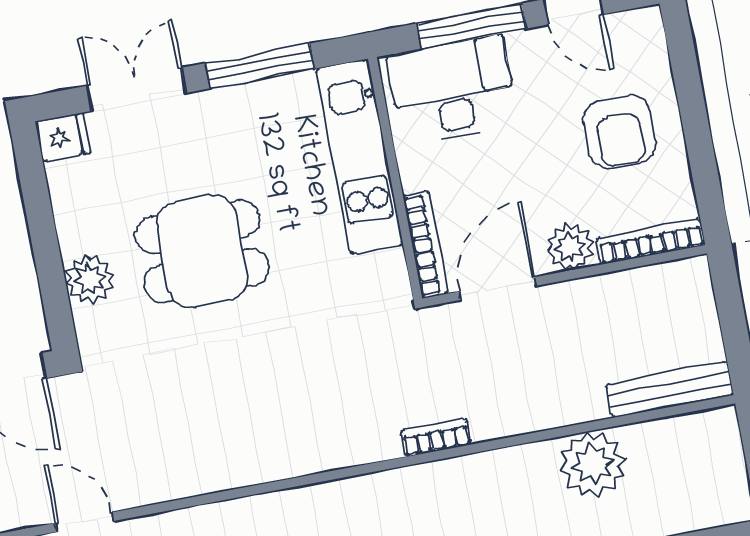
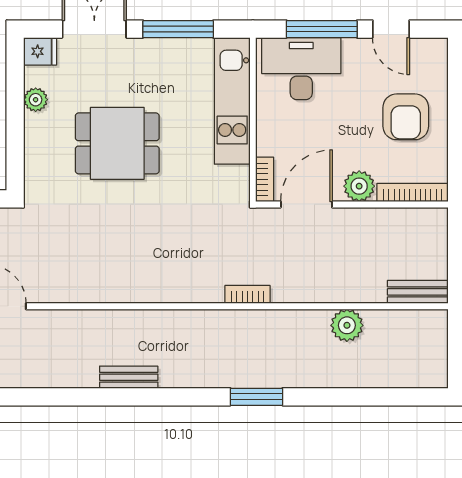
bookcase: (426, 245) -> (265, 179), width x0.64
plant: (90, 279) -> (36, 100), moved, width x0.73, depth x0.73
bench: (670, 389) -> (418, 292), width x0.73
plant: (593, 464) -> (347, 325), width x0.73, depth x0.73

